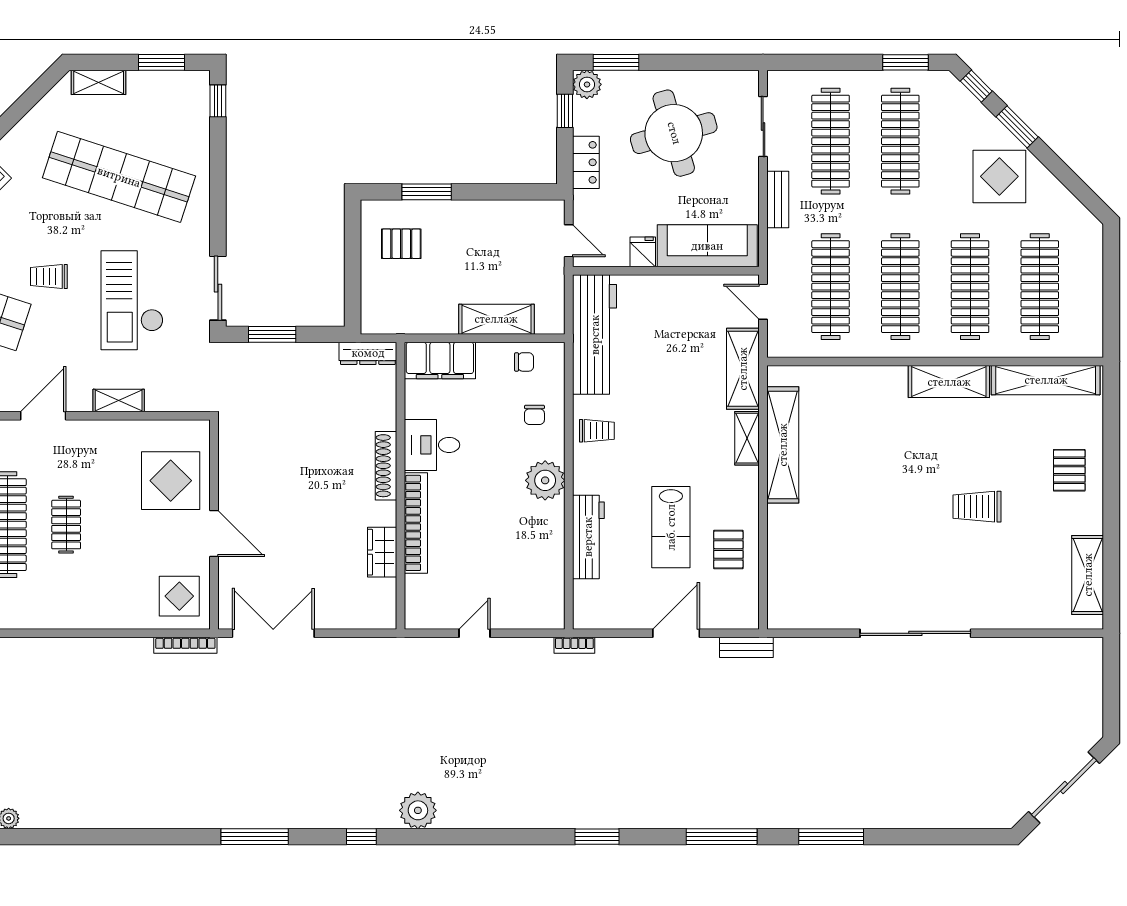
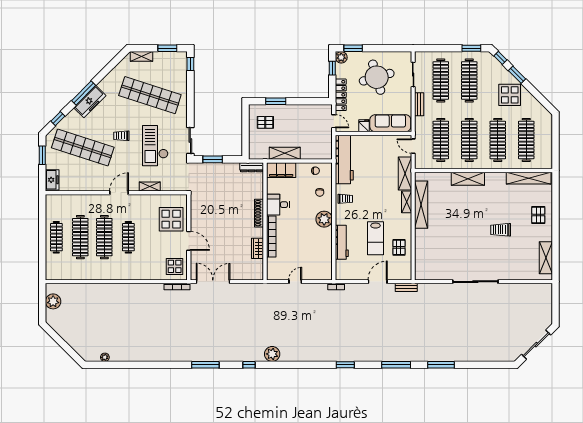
locker: (586, 162) -> (341, 95), width x1.53
shelving: (496, 319) -> (285, 153), moved
shelving: (949, 382) -> (468, 179), moved
clothes rail: (66, 525) -> (128, 237), width x1.36

